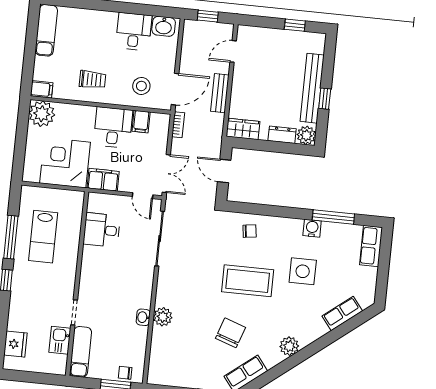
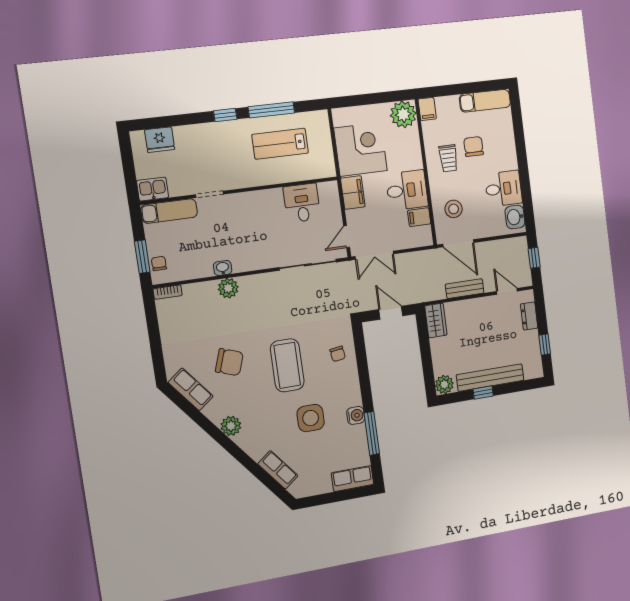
chair: (87, 52) -> (473, 147), added
bookcase: (178, 125) -> (168, 292), moved
dresser: (282, 135) -> (529, 316), moved, turned 180
door: (224, 171) -> (391, 313), hinge flipped
kitchen sink: (60, 340) -> (153, 189), moved

